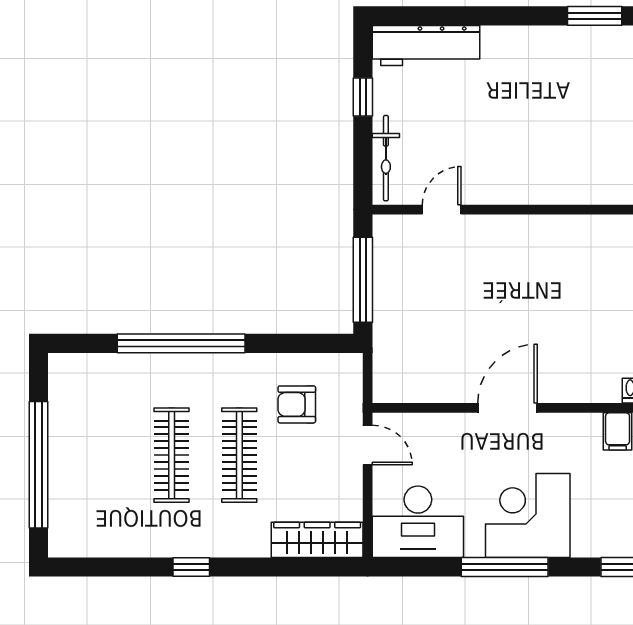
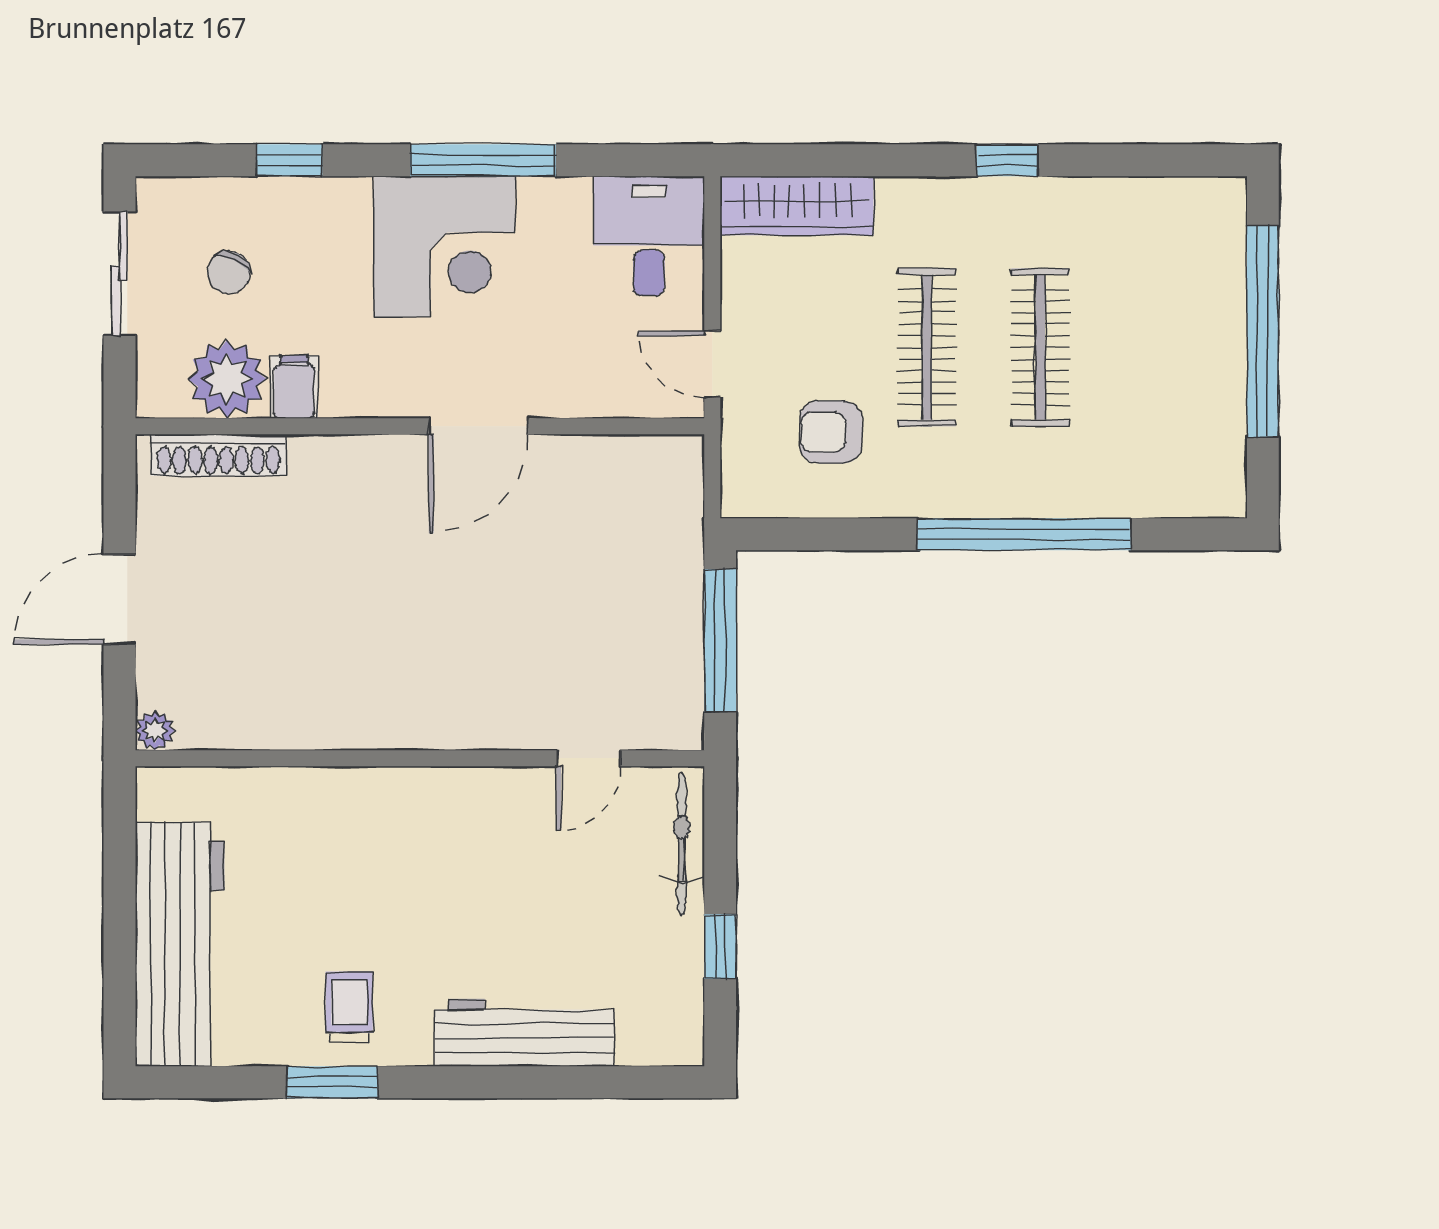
workbench: (426, 45) -> (524, 1033), moved
trolley: (585, 61) -> (349, 1007), added
armchair: (297, 404) -> (831, 432), turned 180
desk: (418, 522) -> (649, 236), width x0.73

